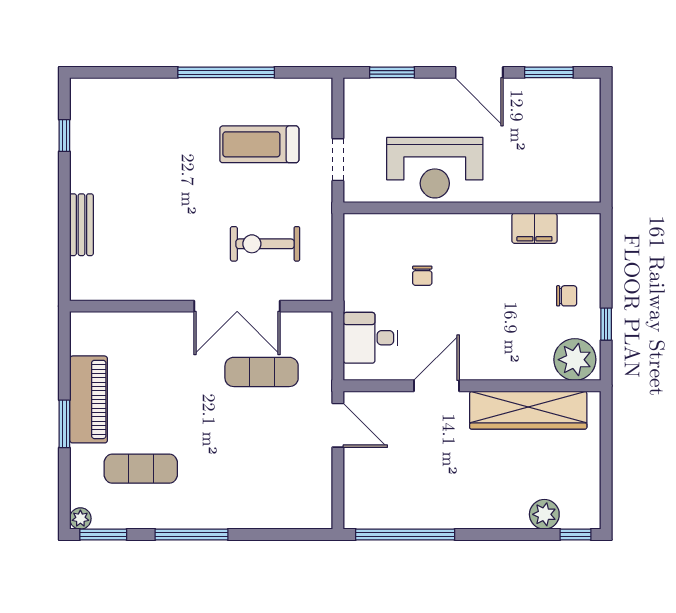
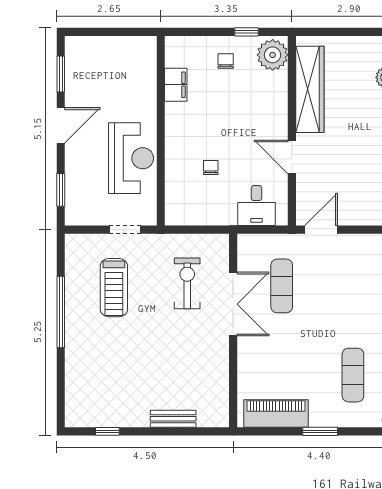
exercise bike: (265, 244) -> (187, 283), turned 180
chair: (422, 276) -> (211, 167), turned -90
piano: (89, 399) -> (276, 414), moved

